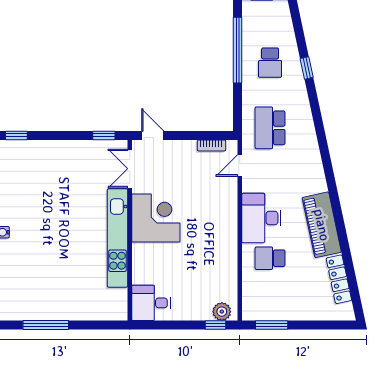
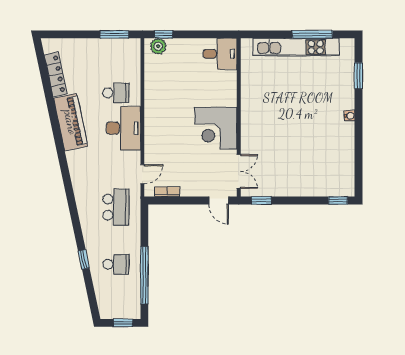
school desk: (270, 63) -> (116, 264), turned 90
kitchen unit: (117, 238) -> (296, 47), moved, turned 90

